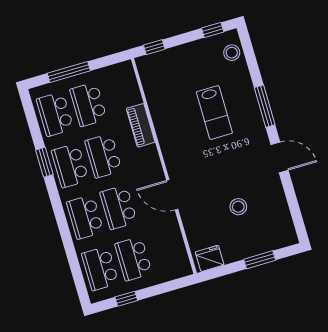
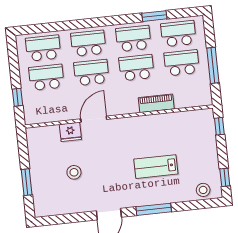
window: (69, 72) -> (213, 65), moved
window: (44, 162) -> (154, 16), moved
fridge: (210, 258) -> (70, 132), moved, turned 90
window: (126, 299) -> (18, 97), moved

